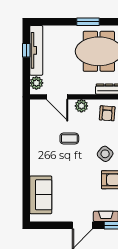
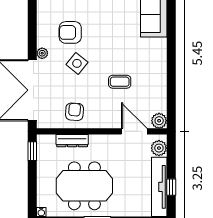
plant: (81, 106) -> (159, 121), moved

